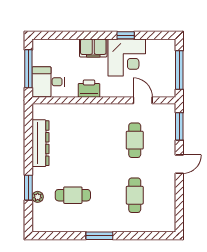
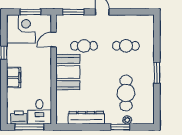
corner desk: (127, 58) -> (21, 29), moved
window: (179, 70) -> (30, 12), width x0.69
printer: (89, 89) -> (19, 117), moved, turned 90
booth: (100, 119) -> (68, 72), added
cafe table: (73, 195) -> (126, 93), width x1.37, depth x1.35

